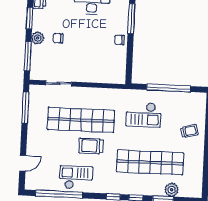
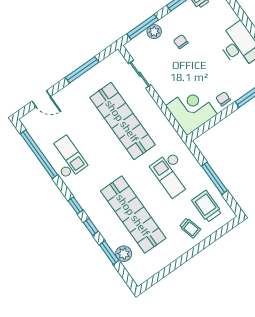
plant: (38, 38) -> (154, 32), moved
corner desk: (110, 67) -> (191, 110), added
window: (169, 88) -> (214, 178), width x0.68
window: (25, 107) -> (82, 70), moved
trolley: (91, 146) -> (207, 206), moved

